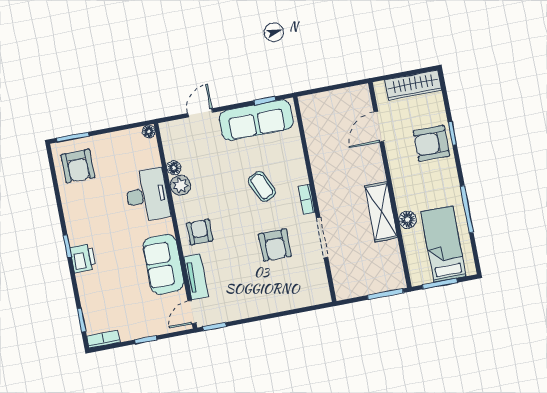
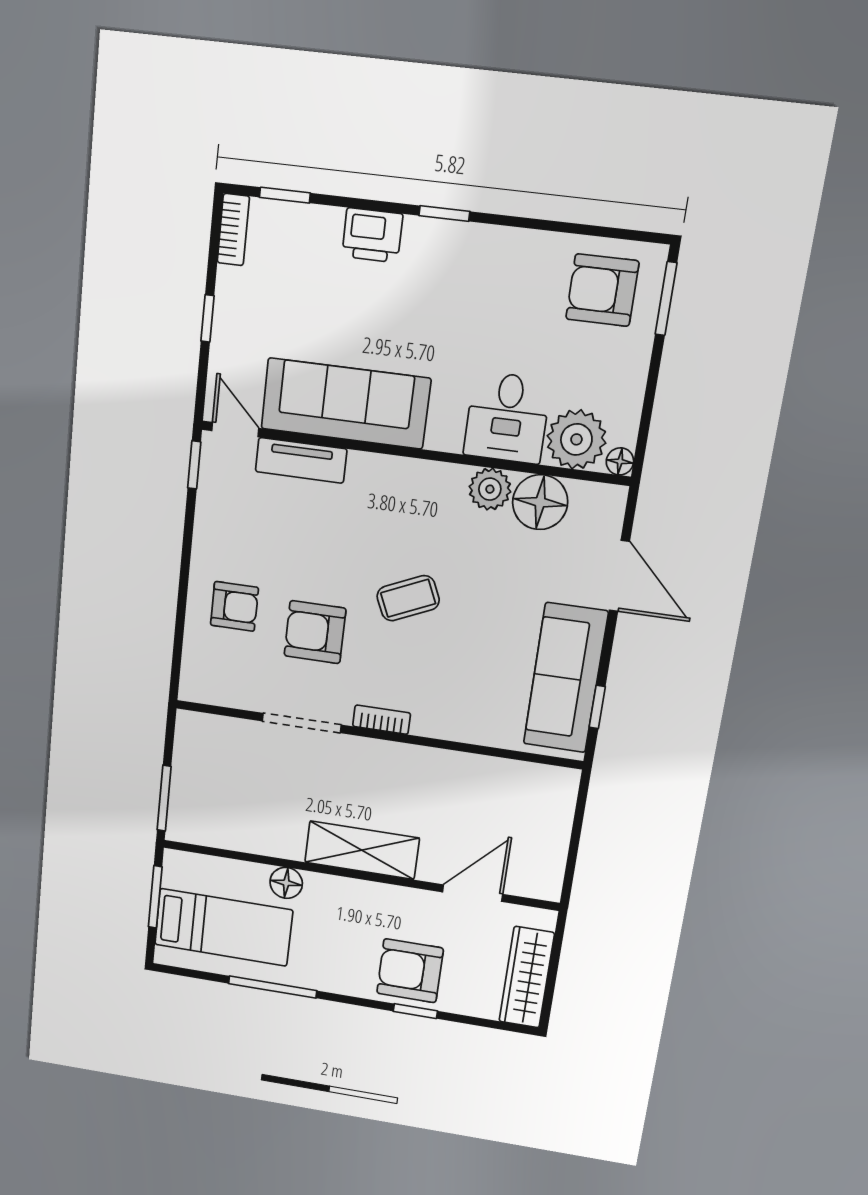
door: (200, 113) -> (619, 576), width x1.38
door: (379, 127) -> (473, 893), hinge flipped
armchair: (431, 143) -> (410, 971), turned -90
plant: (145, 154) -> (576, 439), added
floor lamp: (174, 168) -> (540, 502), width x1.89, depth x1.89
coffee table: (262, 186) -> (408, 598), moved
desk: (147, 195) -> (507, 418), width x0.73
shelving: (381, 212) -> (362, 850), moved
armchair: (200, 232) -> (234, 606), moved
printer: (83, 258) -> (372, 235), moved
sofa: (163, 264) -> (345, 403), width x1.36

